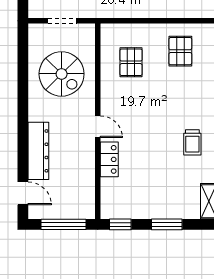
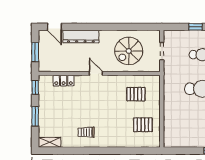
door: (98, 127) -> (96, 73), swing flipped
locker: (109, 159) -> (64, 81), moved
door: (23, 193) -> (54, 27), hinge flipped
window: (63, 224) -> (35, 52), width x0.69

